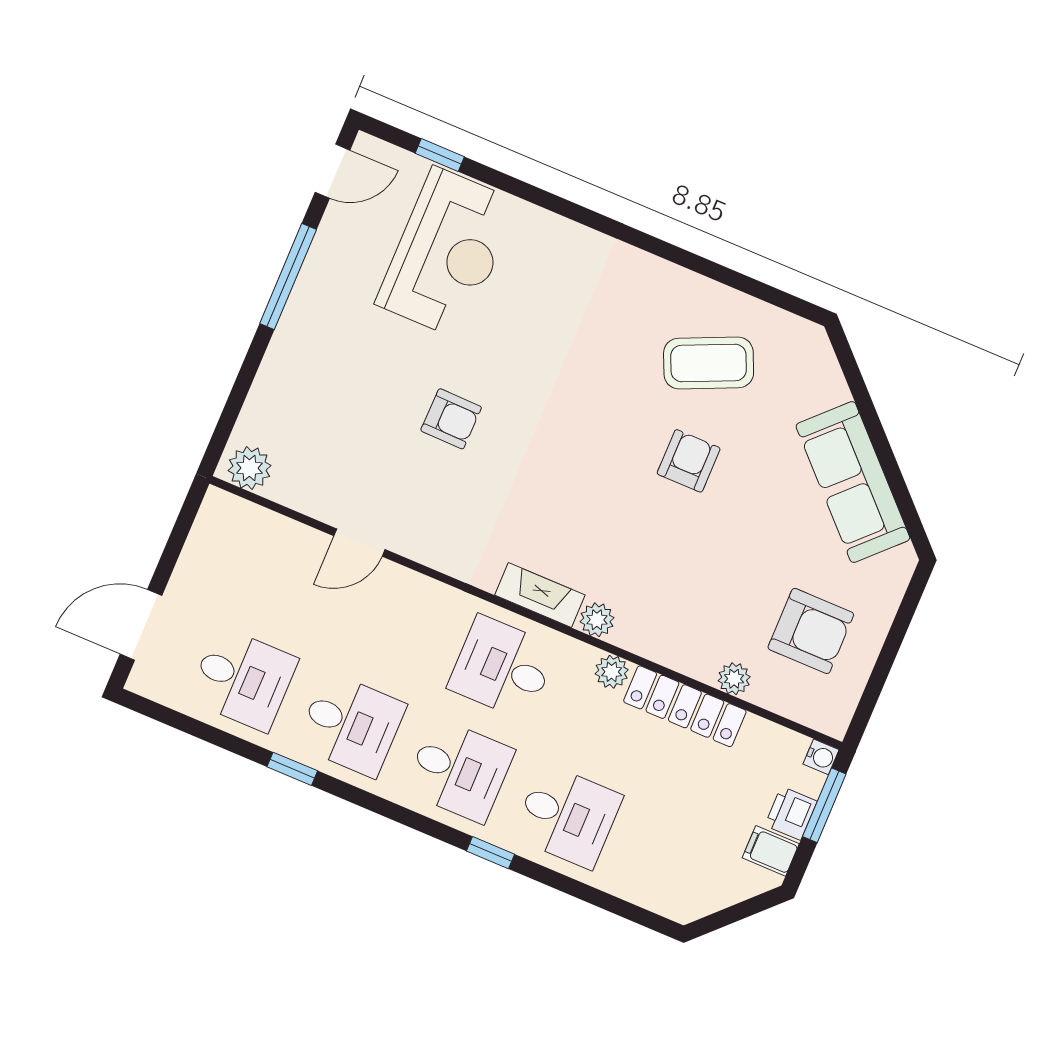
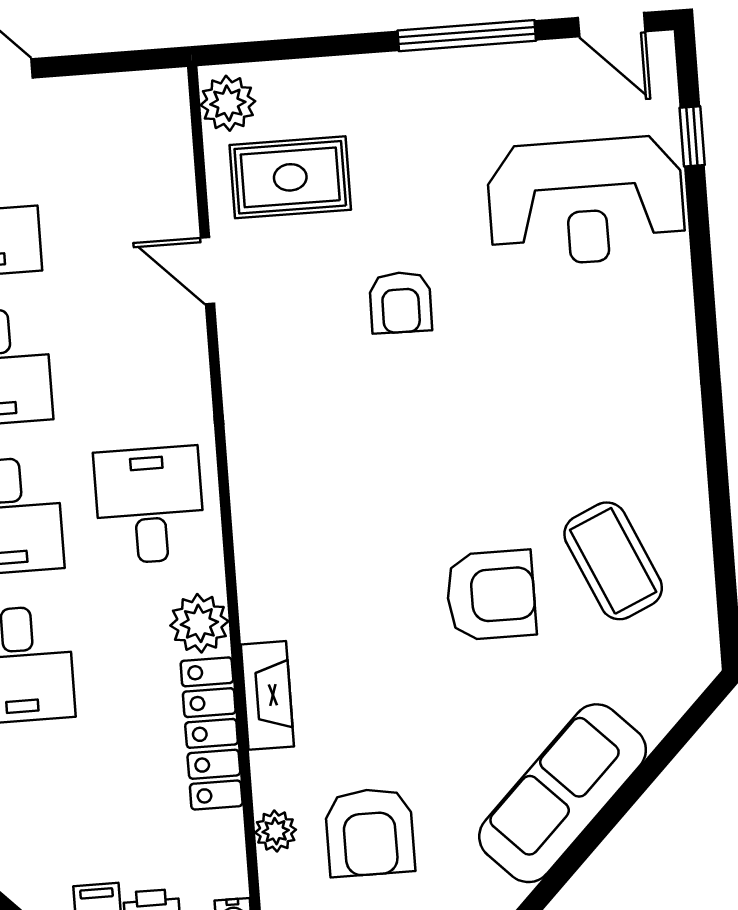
rug: (324, 451) -> (290, 177), added
armchair: (689, 461) -> (491, 595), width x1.38, depth x1.38
fireplace: (540, 595) -> (267, 695), moved
plant: (597, 620) -> (258, 584), removed
plant: (612, 672) -> (199, 623), width x1.38, depth x1.38
plant: (734, 679) -> (276, 831), moved

